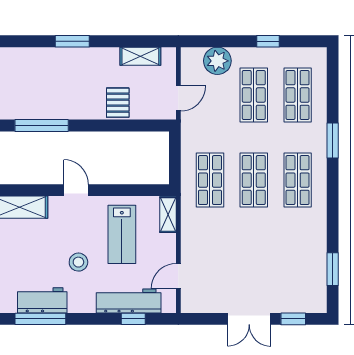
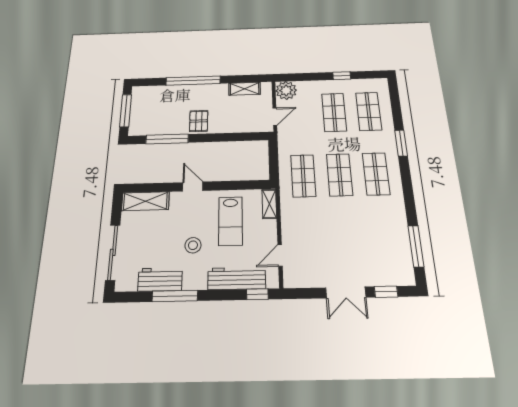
window: (72, 41) -> (193, 81), width x2.11
plant: (217, 61) -> (286, 90), moved
pallet: (118, 103) -> (199, 121), moved
window: (333, 269) -> (416, 246), width x1.44
window: (40, 319) -> (175, 296), moved
window: (133, 319) -> (257, 294), moved

